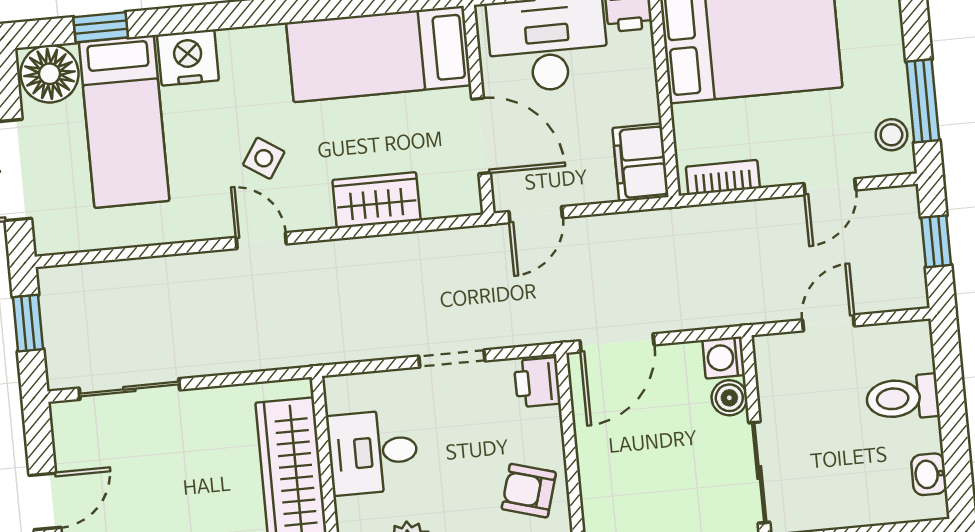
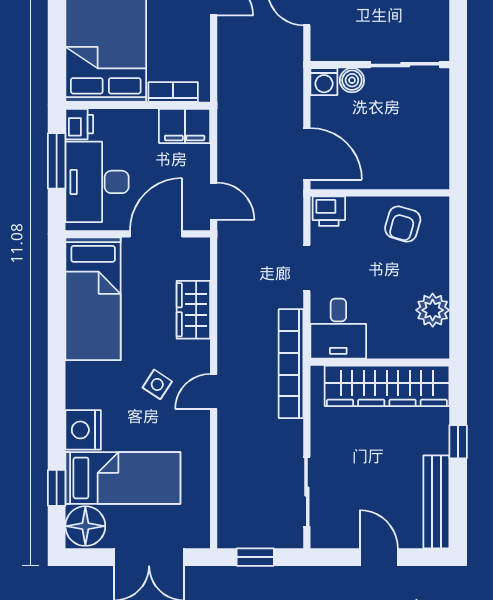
bookcase: (723, 177) -> (173, 92), moved, turned 90
bookcase: (312, 349) -> (291, 364), added
desk: (373, 452) -> (338, 329), moved

